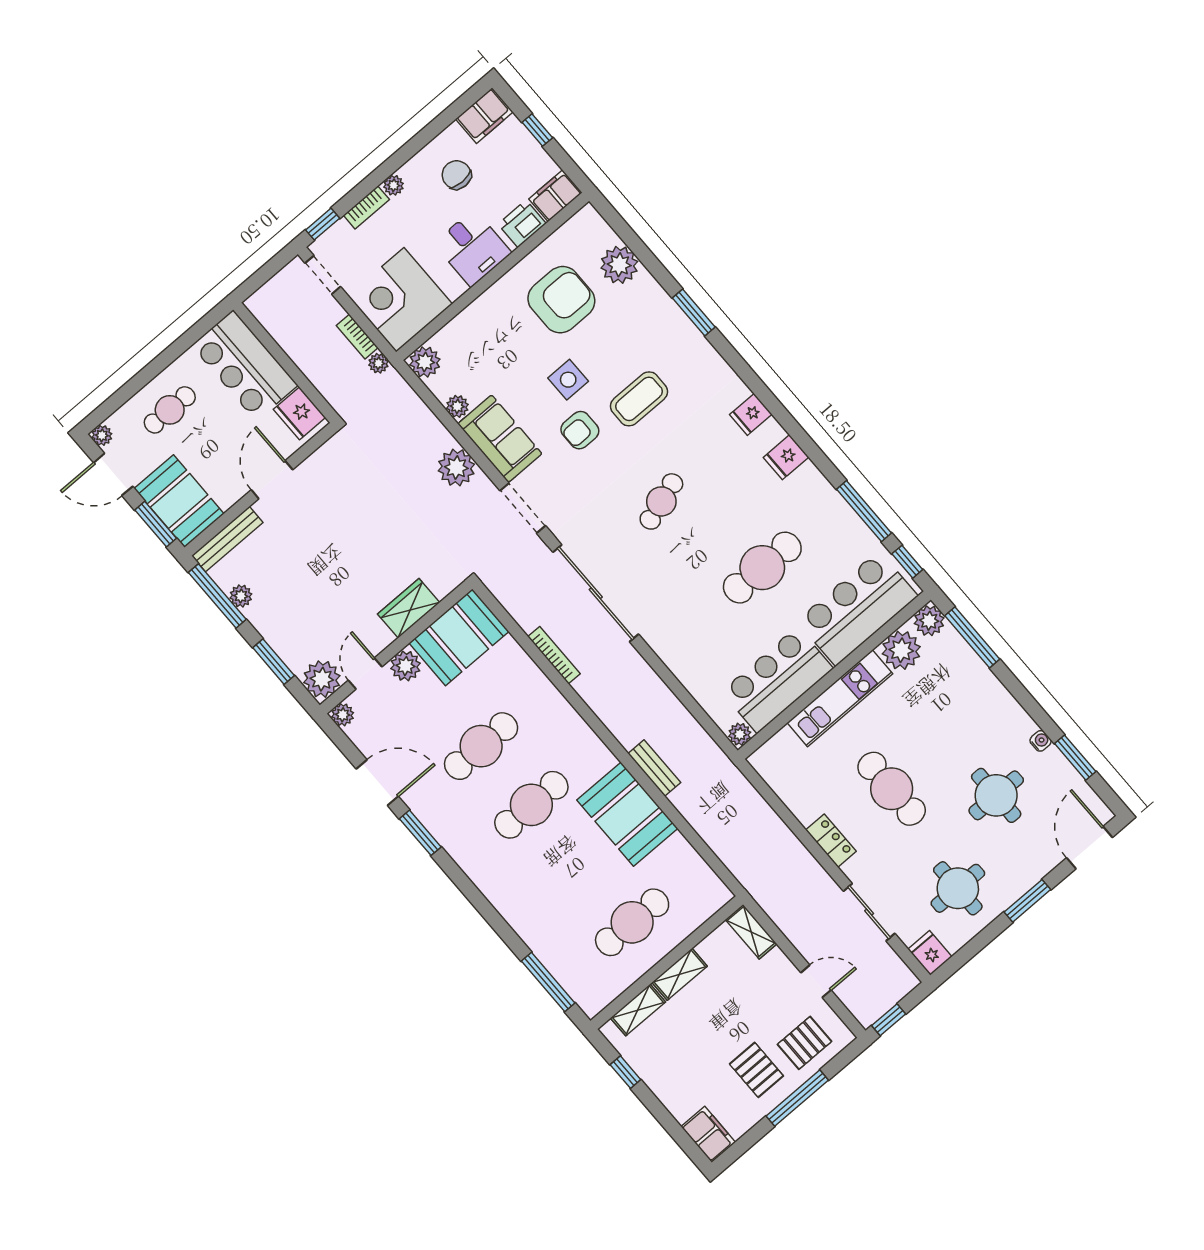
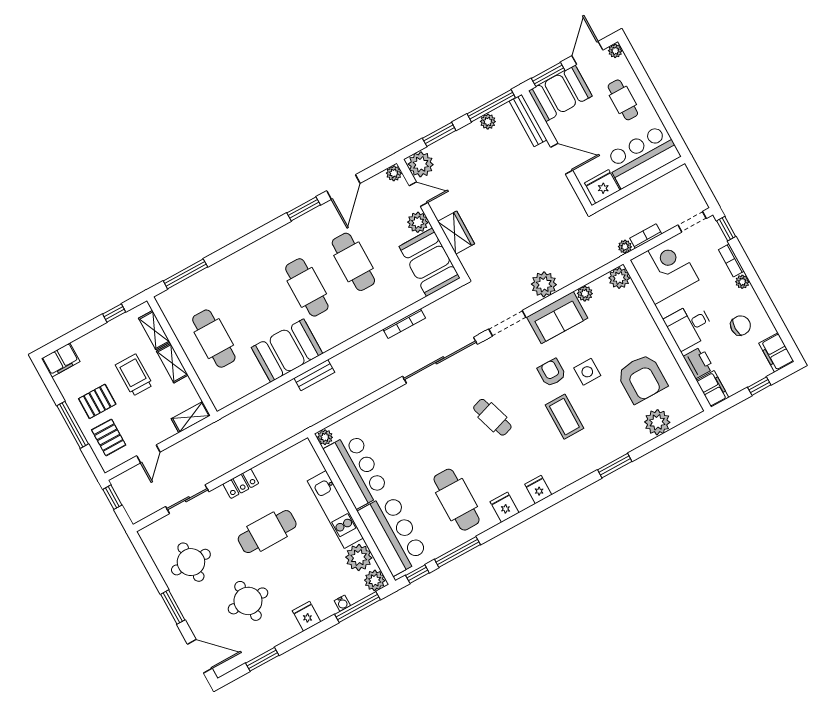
cafe table: (762, 568) -> (457, 500), moved
water cooler: (1040, 741) -> (342, 603), moved
fridge: (930, 953) -> (307, 616), moved, turned -90
trolley: (708, 1025) -> (134, 375), added

